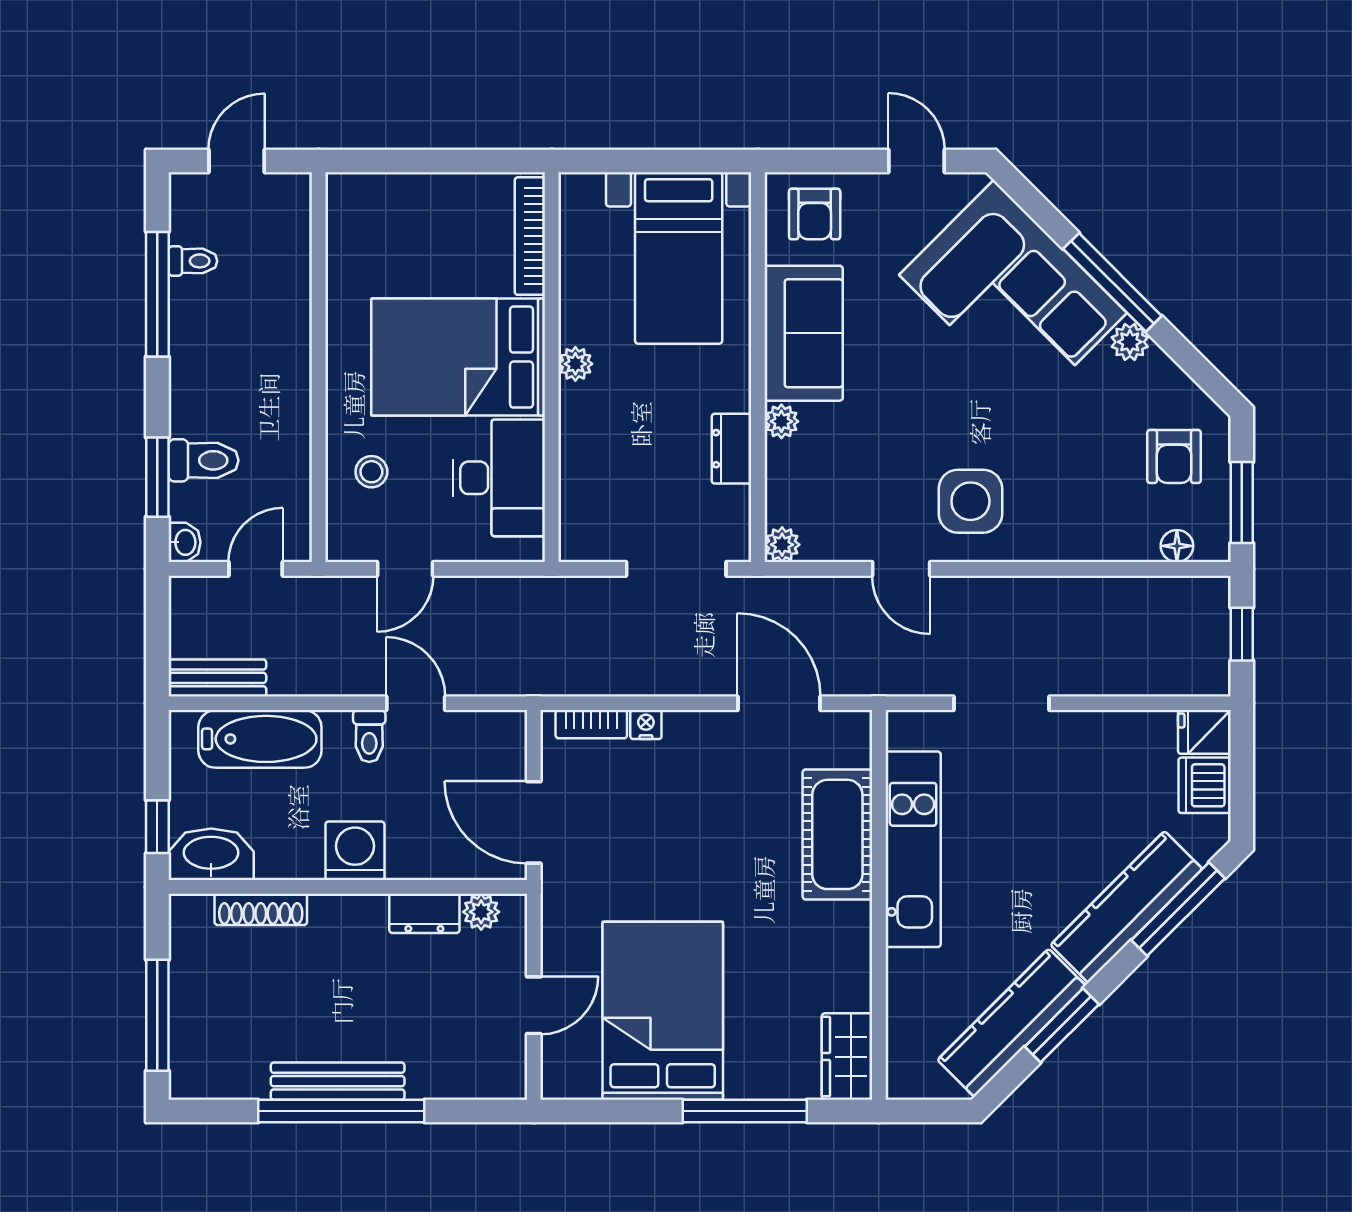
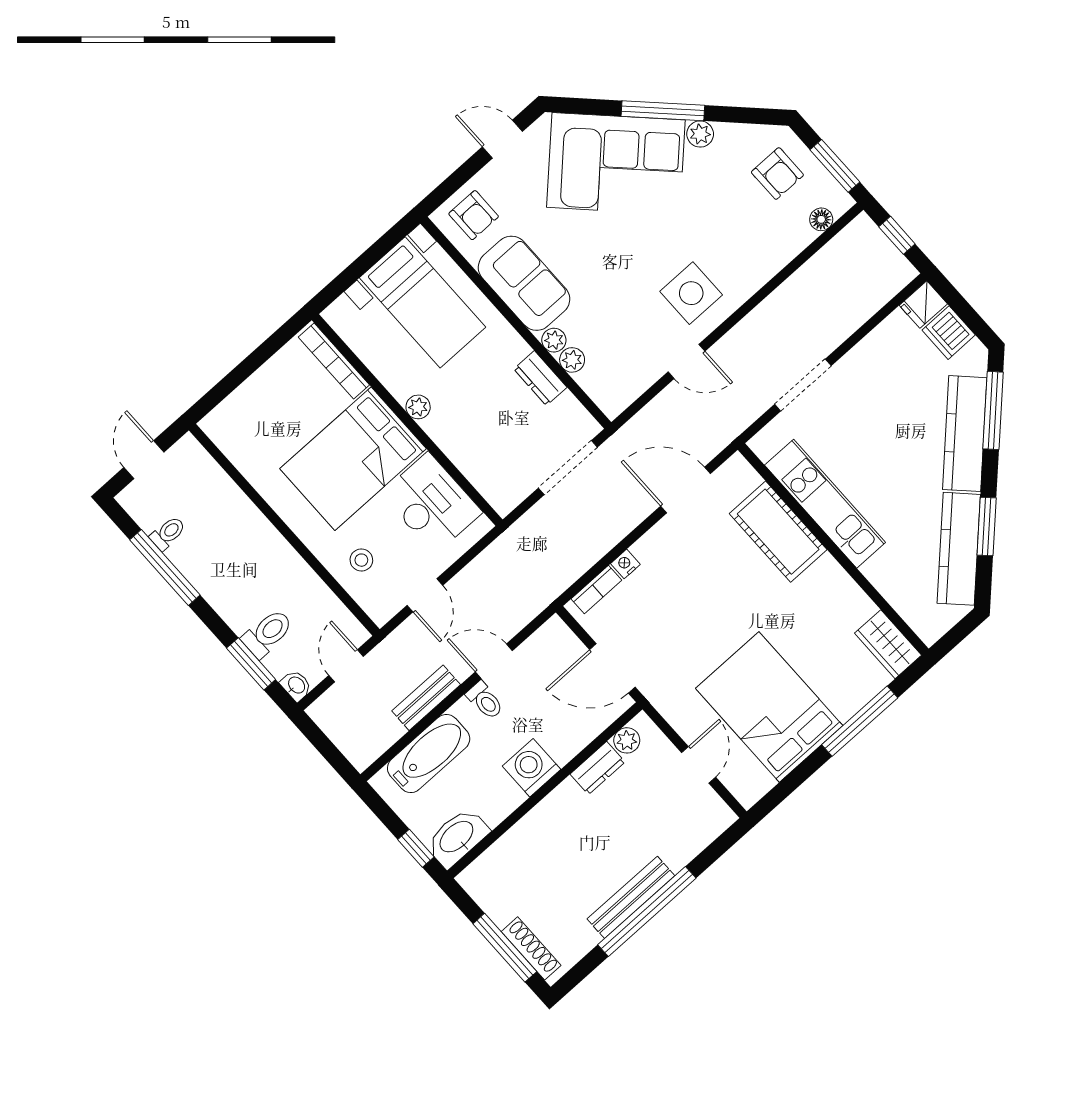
plant: (782, 545) -> (572, 360), moved
bench: (217, 678) -> (426, 698), moved
shoe rack: (261, 909) -> (531, 948), moved, turned -90

